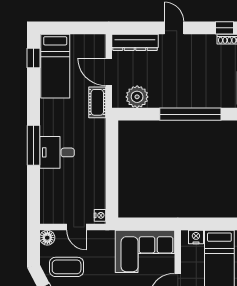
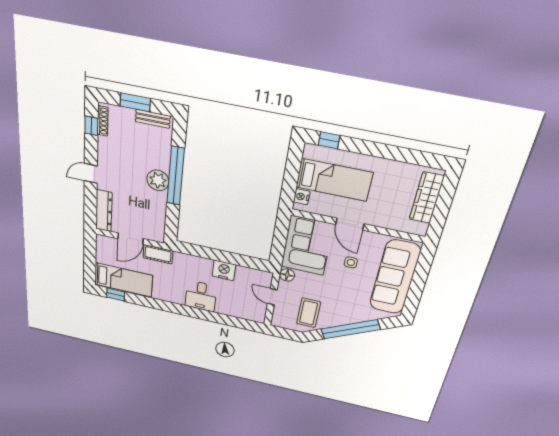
plant: (137, 97) -> (158, 180), moved
window: (34, 145) -> (192, 312), removed
nightstand: (100, 215) -> (224, 270), moved, width x1.89, depth x1.79
door: (76, 227) -> (272, 297), swing flipped
floor lamp: (47, 238) -> (287, 275), moved

